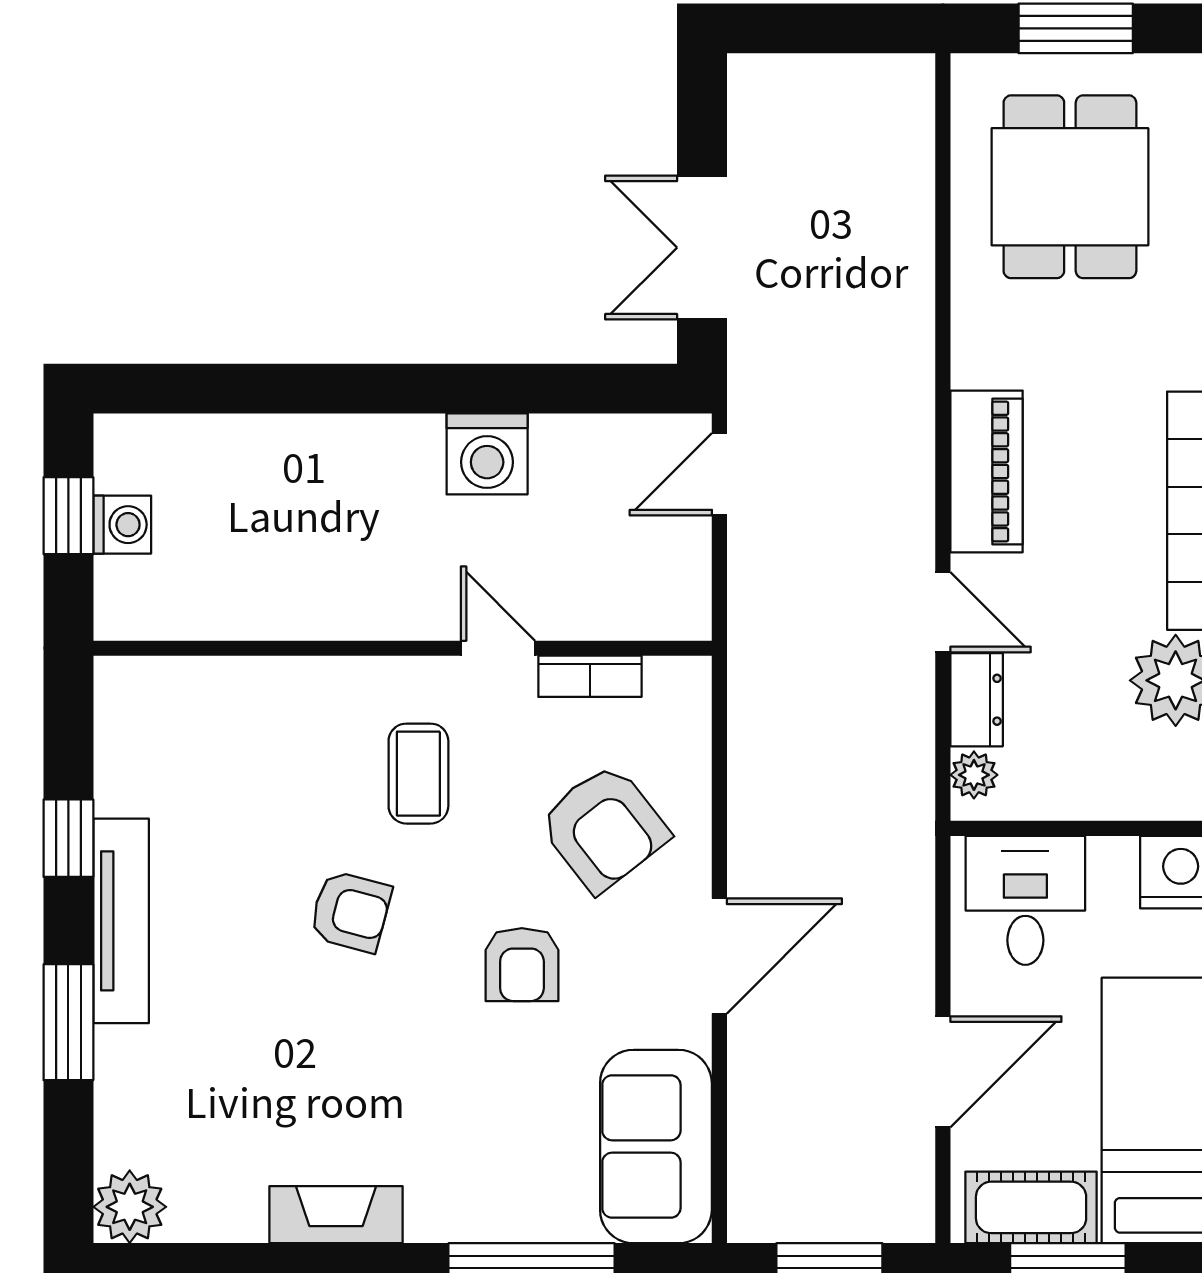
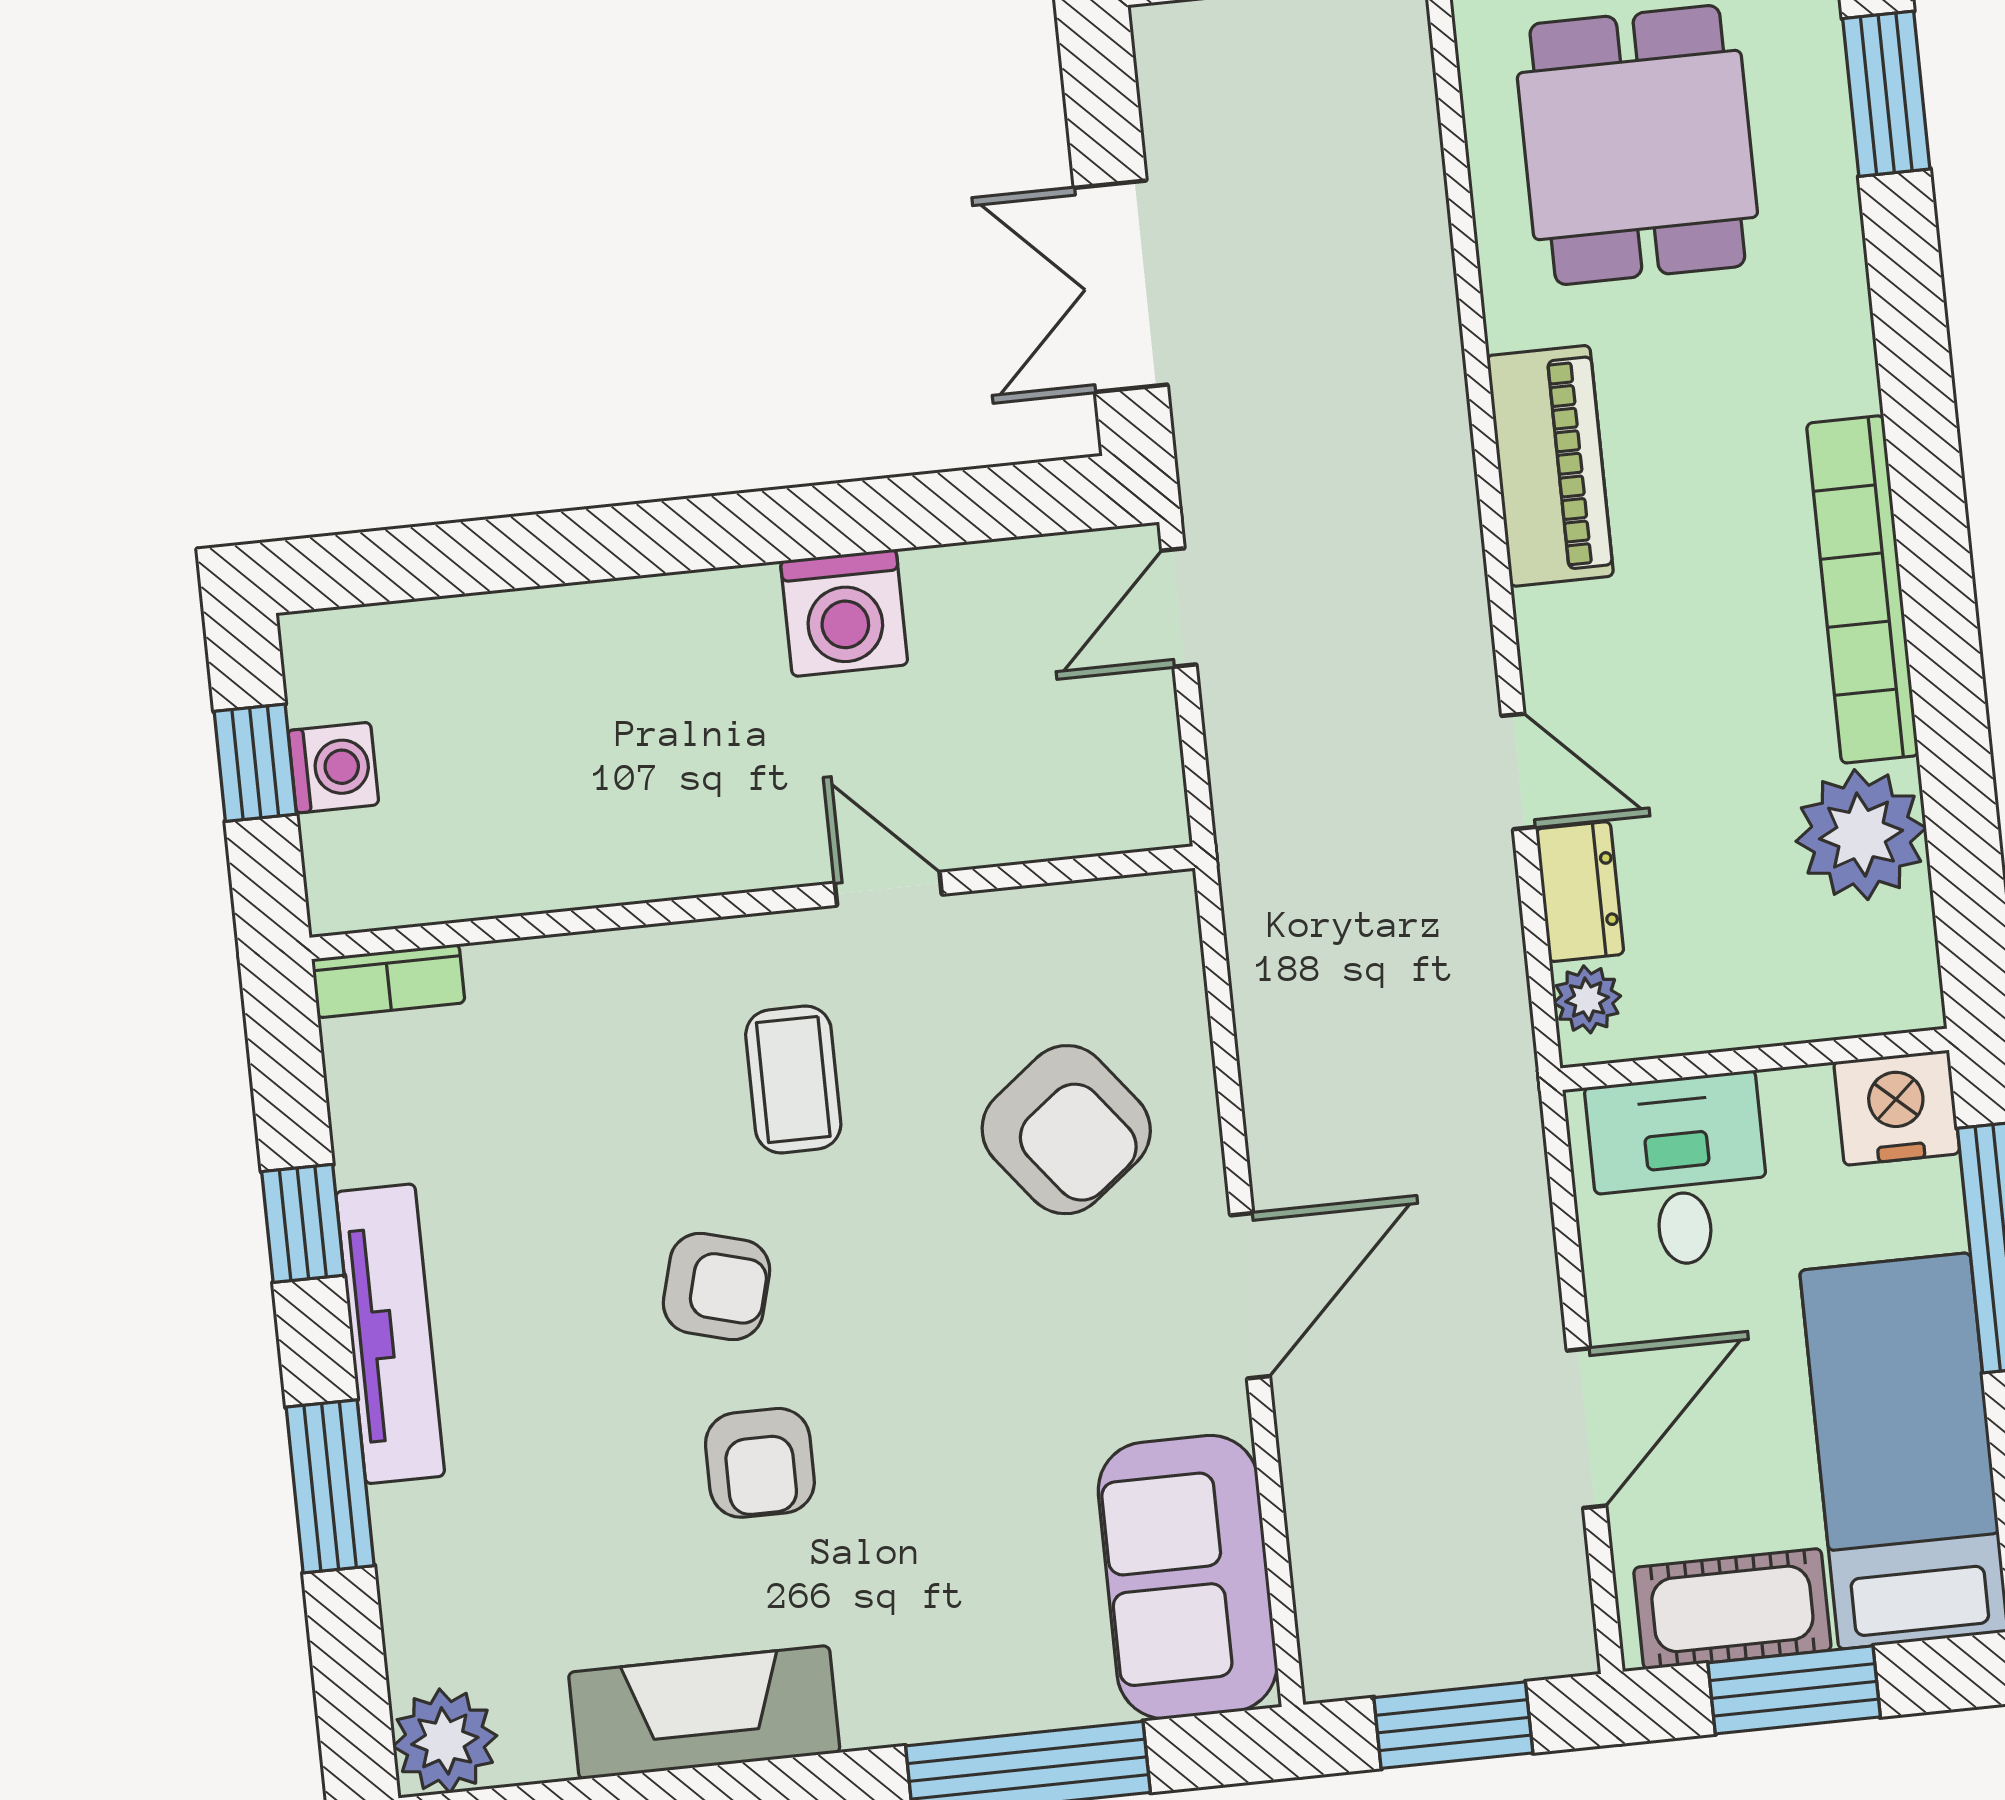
piano: (987, 471) -> (1550, 466), moved
bookcase: (590, 676) -> (388, 981), moved
armchair: (522, 965) -> (760, 1463), moved
fireplace: (336, 1215) -> (704, 1712), width x1.37, depth x1.32

